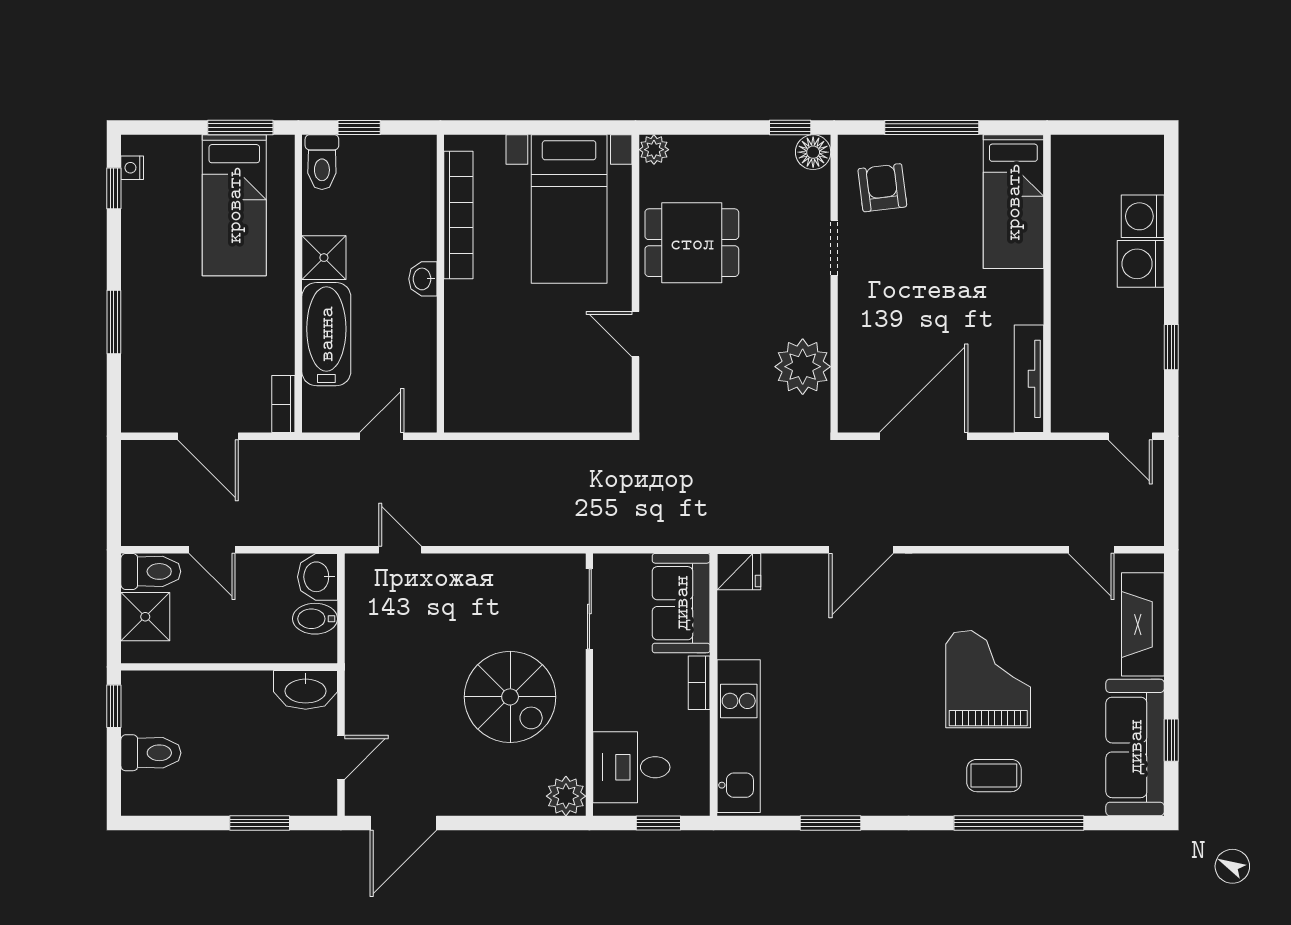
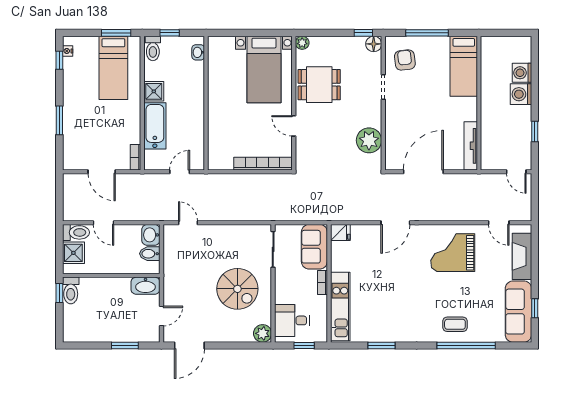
bookcase: (458, 215) -> (263, 164), moved, turned -90
washbasin: (423, 279) -> (198, 52), moved
grand piano: (988, 679) -> (453, 253), moved, turned -90
toilet: (151, 753) -> (71, 290), moved, turned 90

